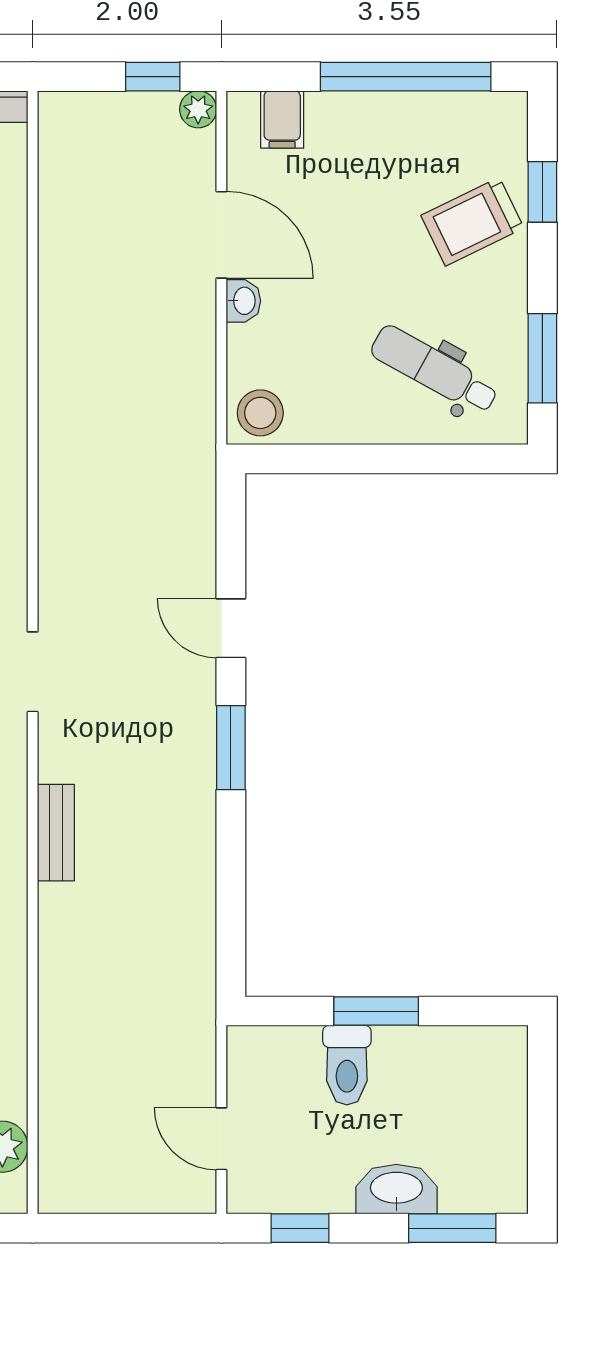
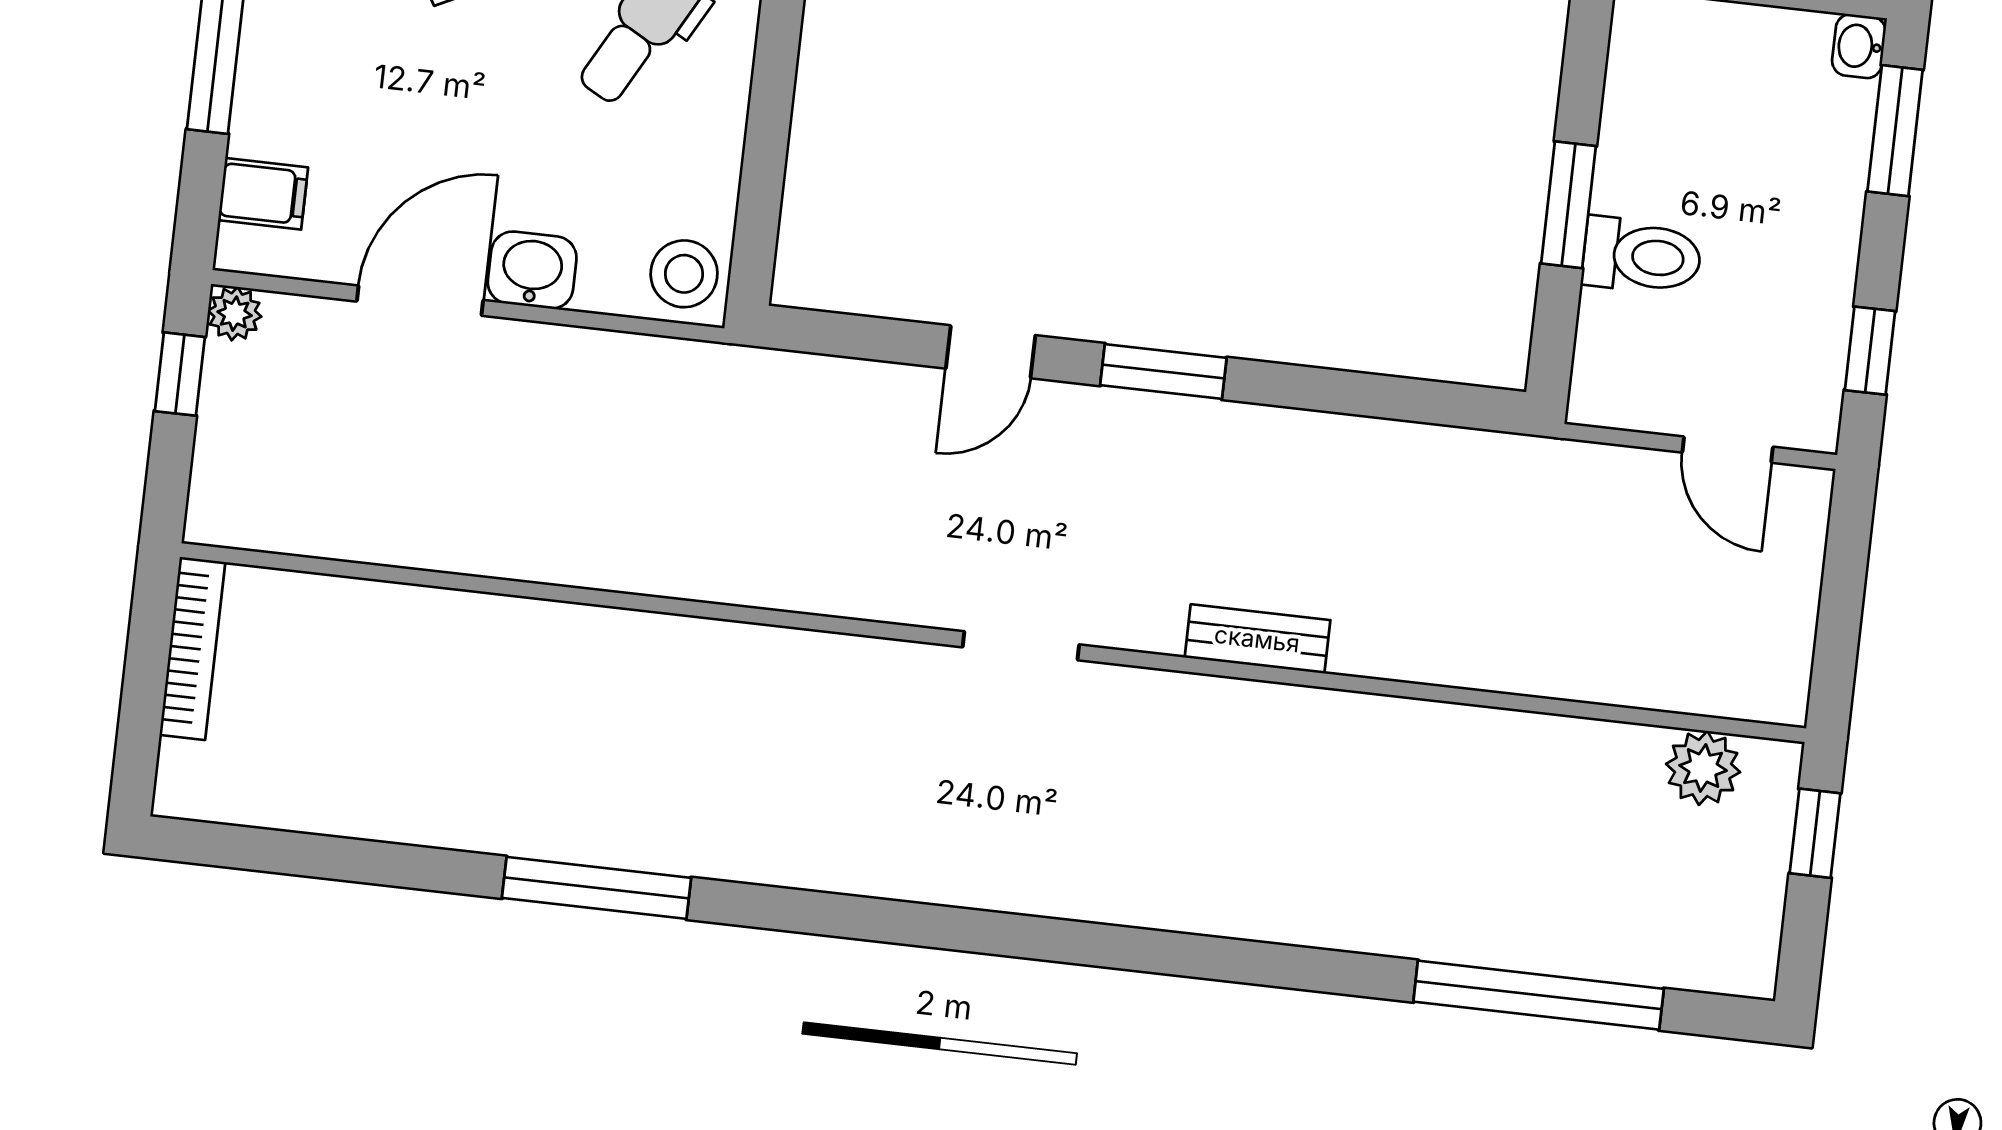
washbasin: (243, 301) -> (532, 270), width x1.38, depth x1.45
door: (221, 1139) -> (1728, 450), hinge flipped
washbasin: (396, 1189) -> (1859, 46), moved, width x0.52, depth x0.69

